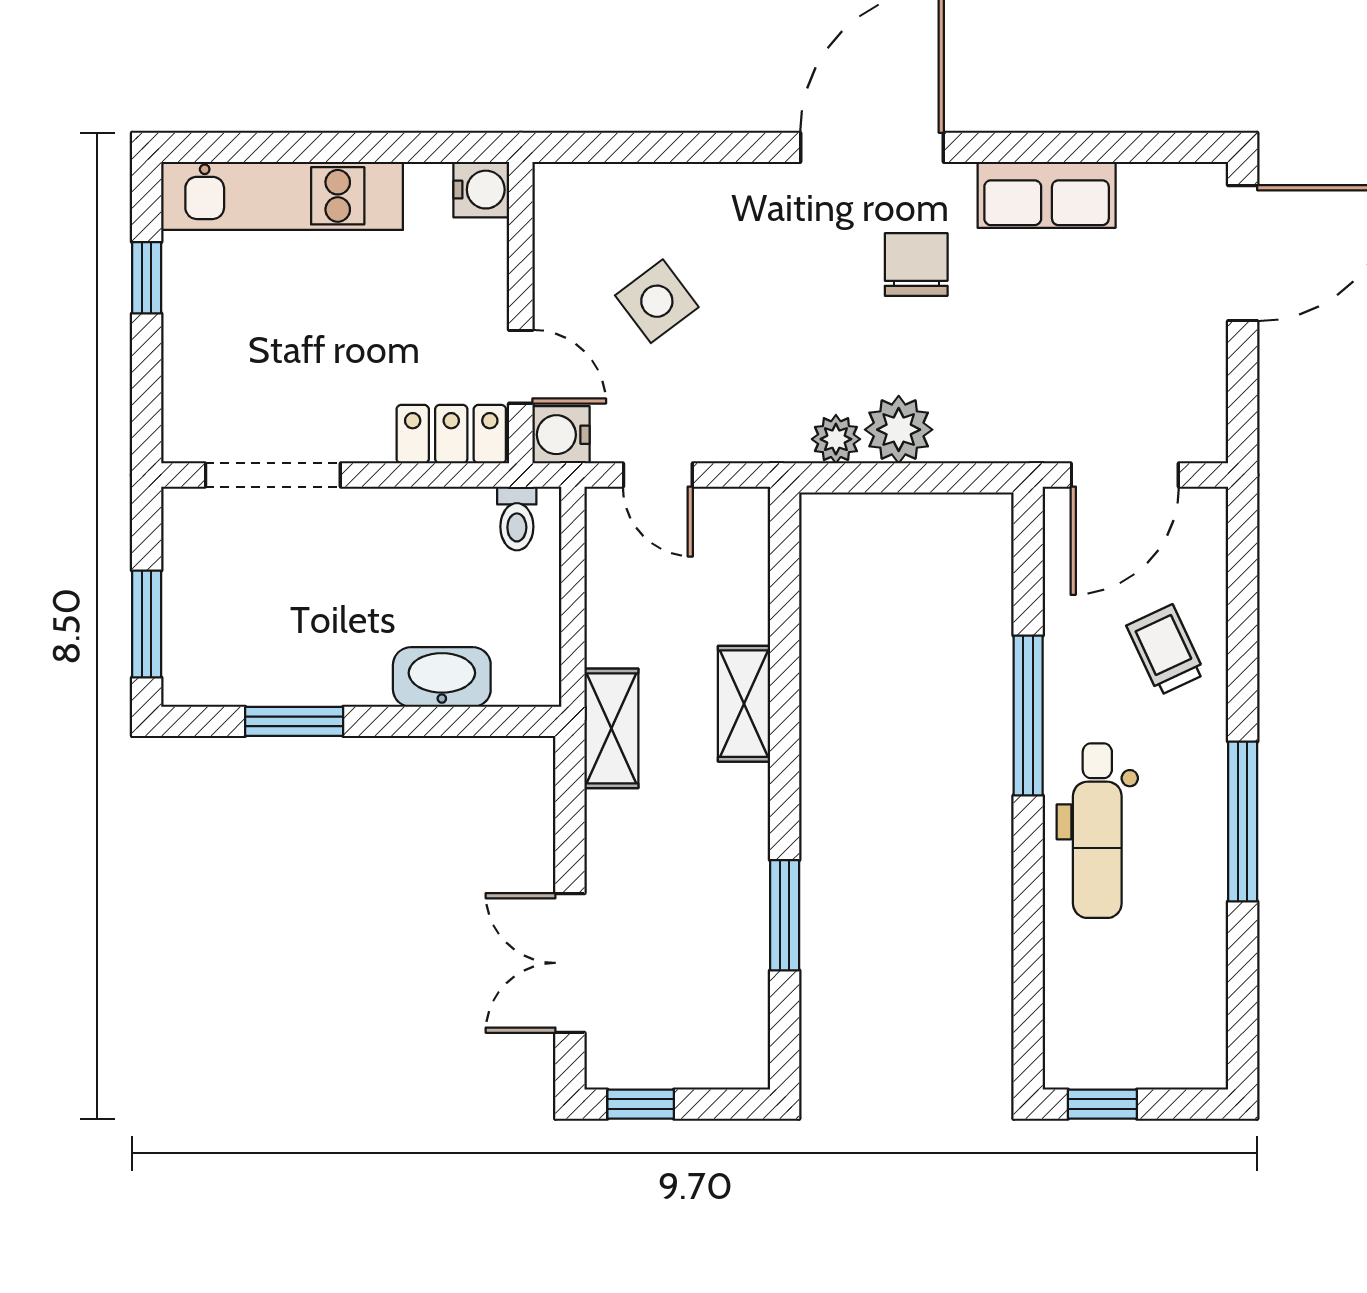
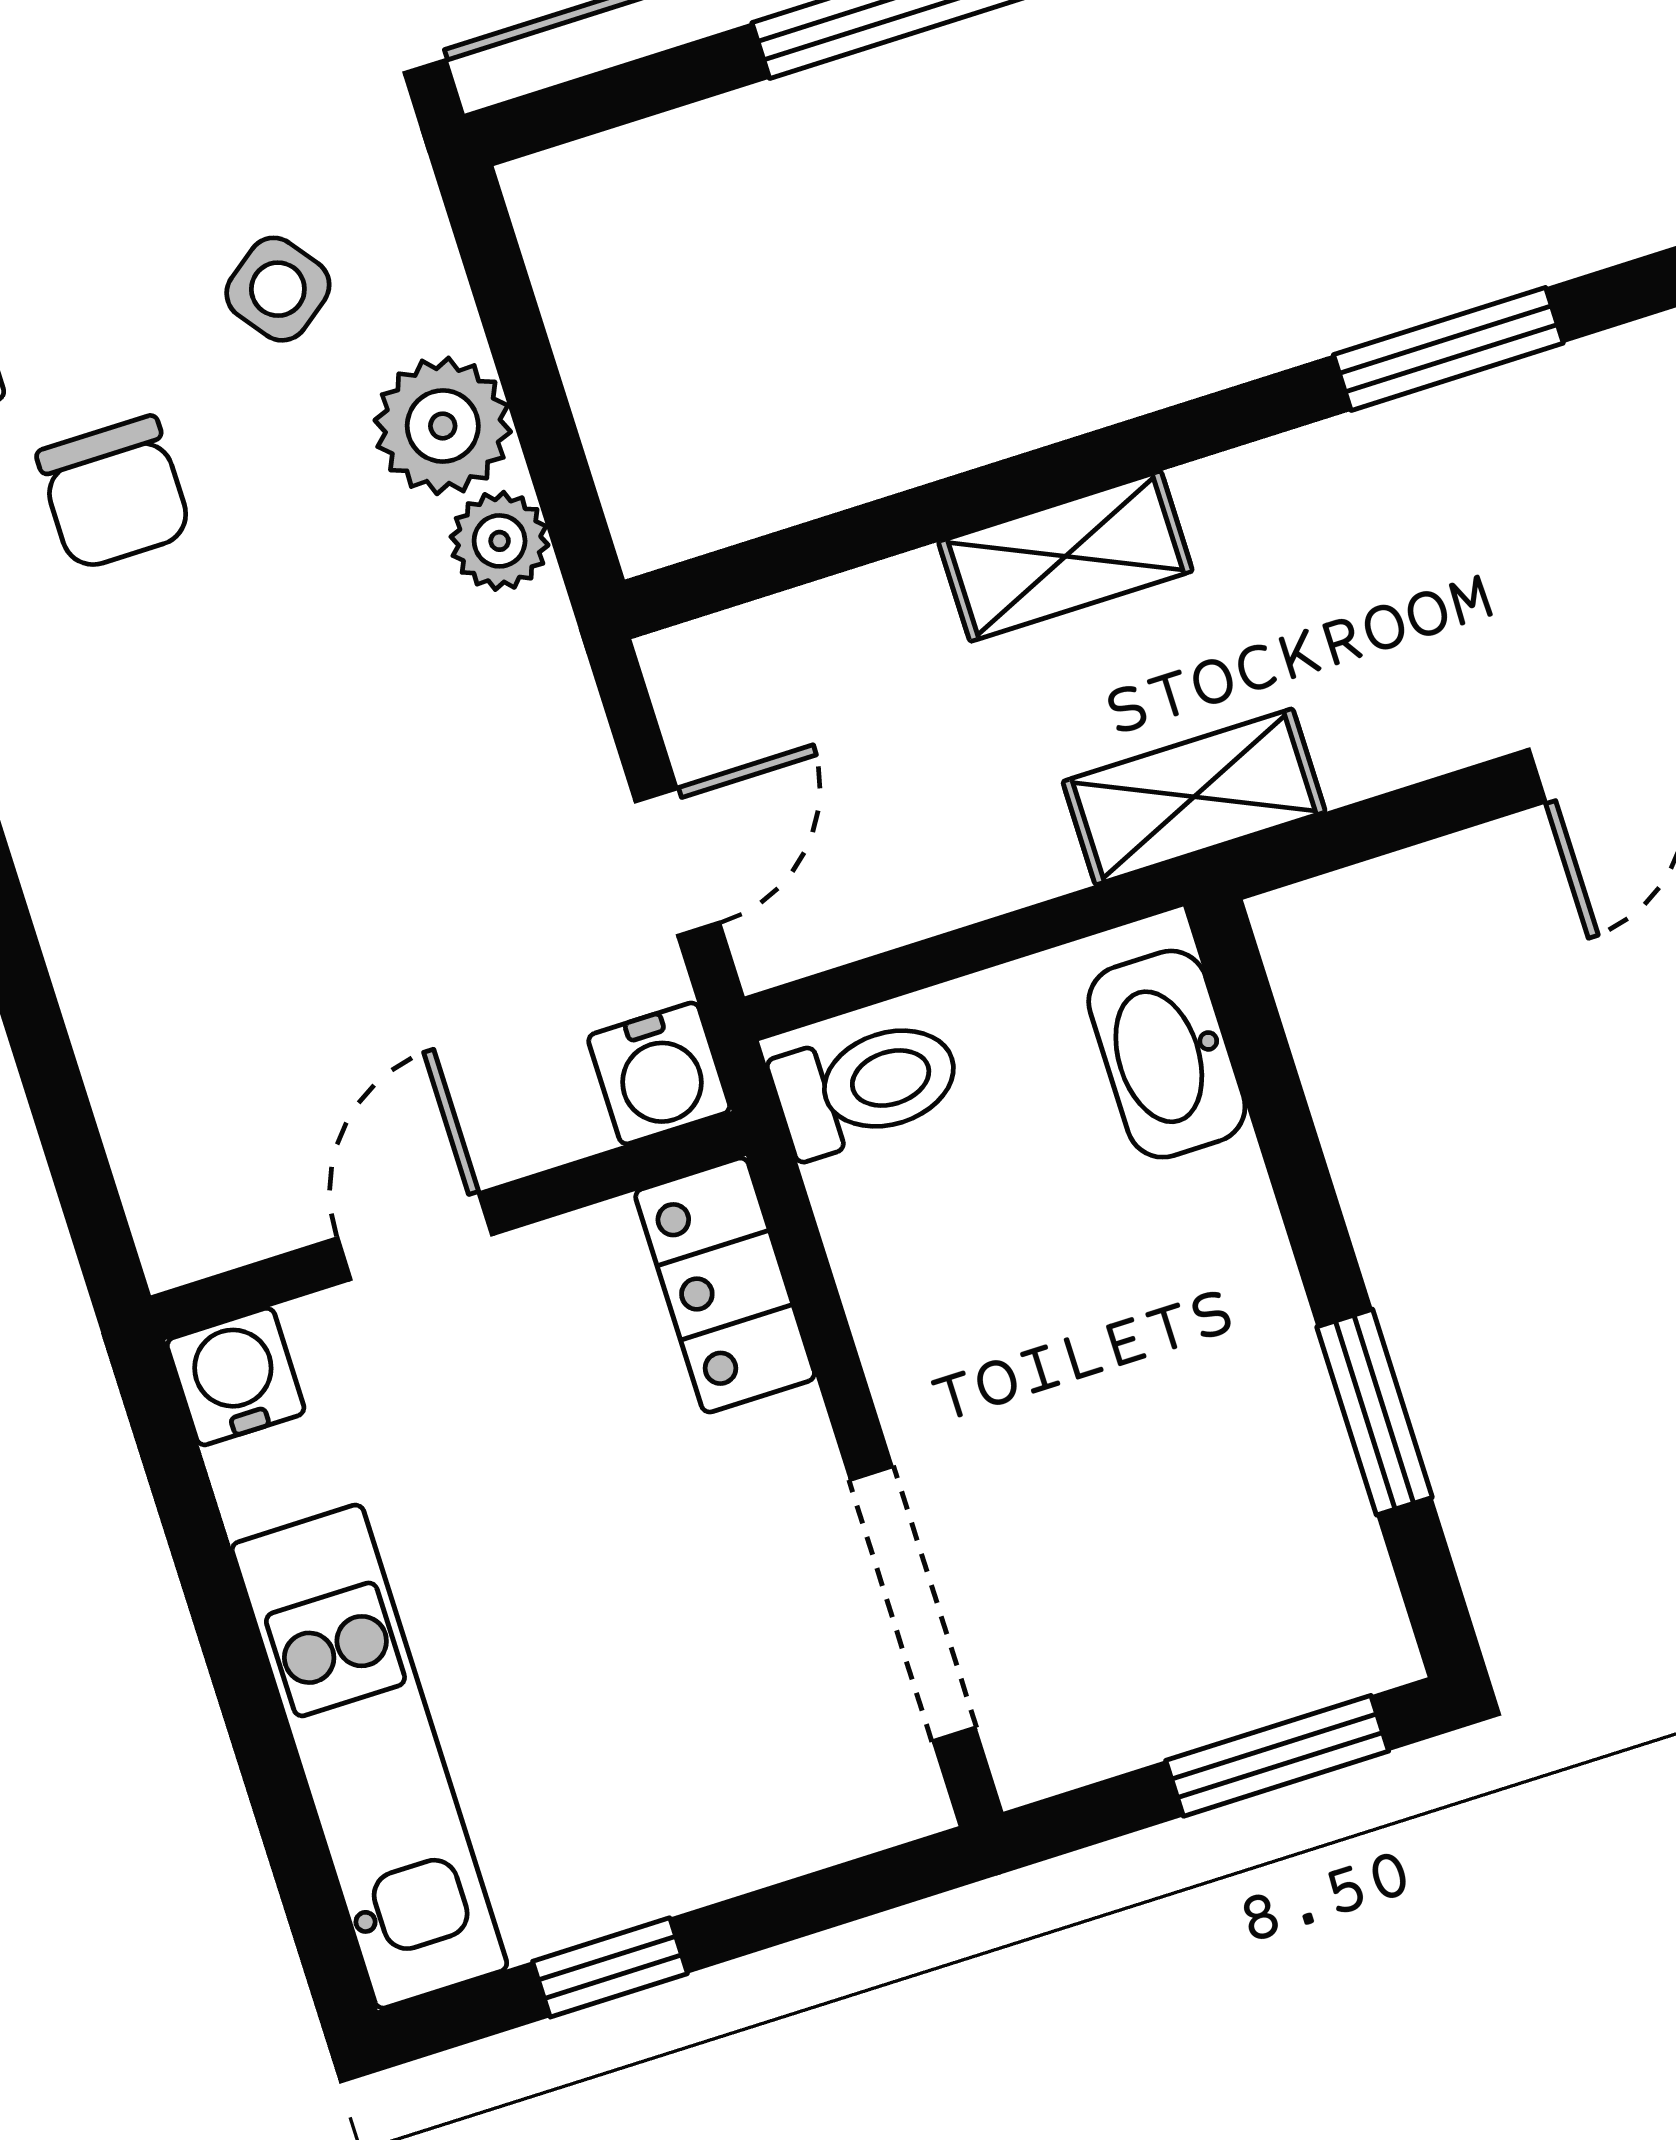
chair: (916, 264) -> (114, 493), turned -90
side table: (657, 301) -> (278, 289), moved, width x0.73, depth x0.73
door: (521, 367) -> (415, 1236), moved
toilet: (517, 518) -> (867, 1086), width x1.37, depth x1.39
washbasin: (442, 677) -> (1167, 1054), moved

